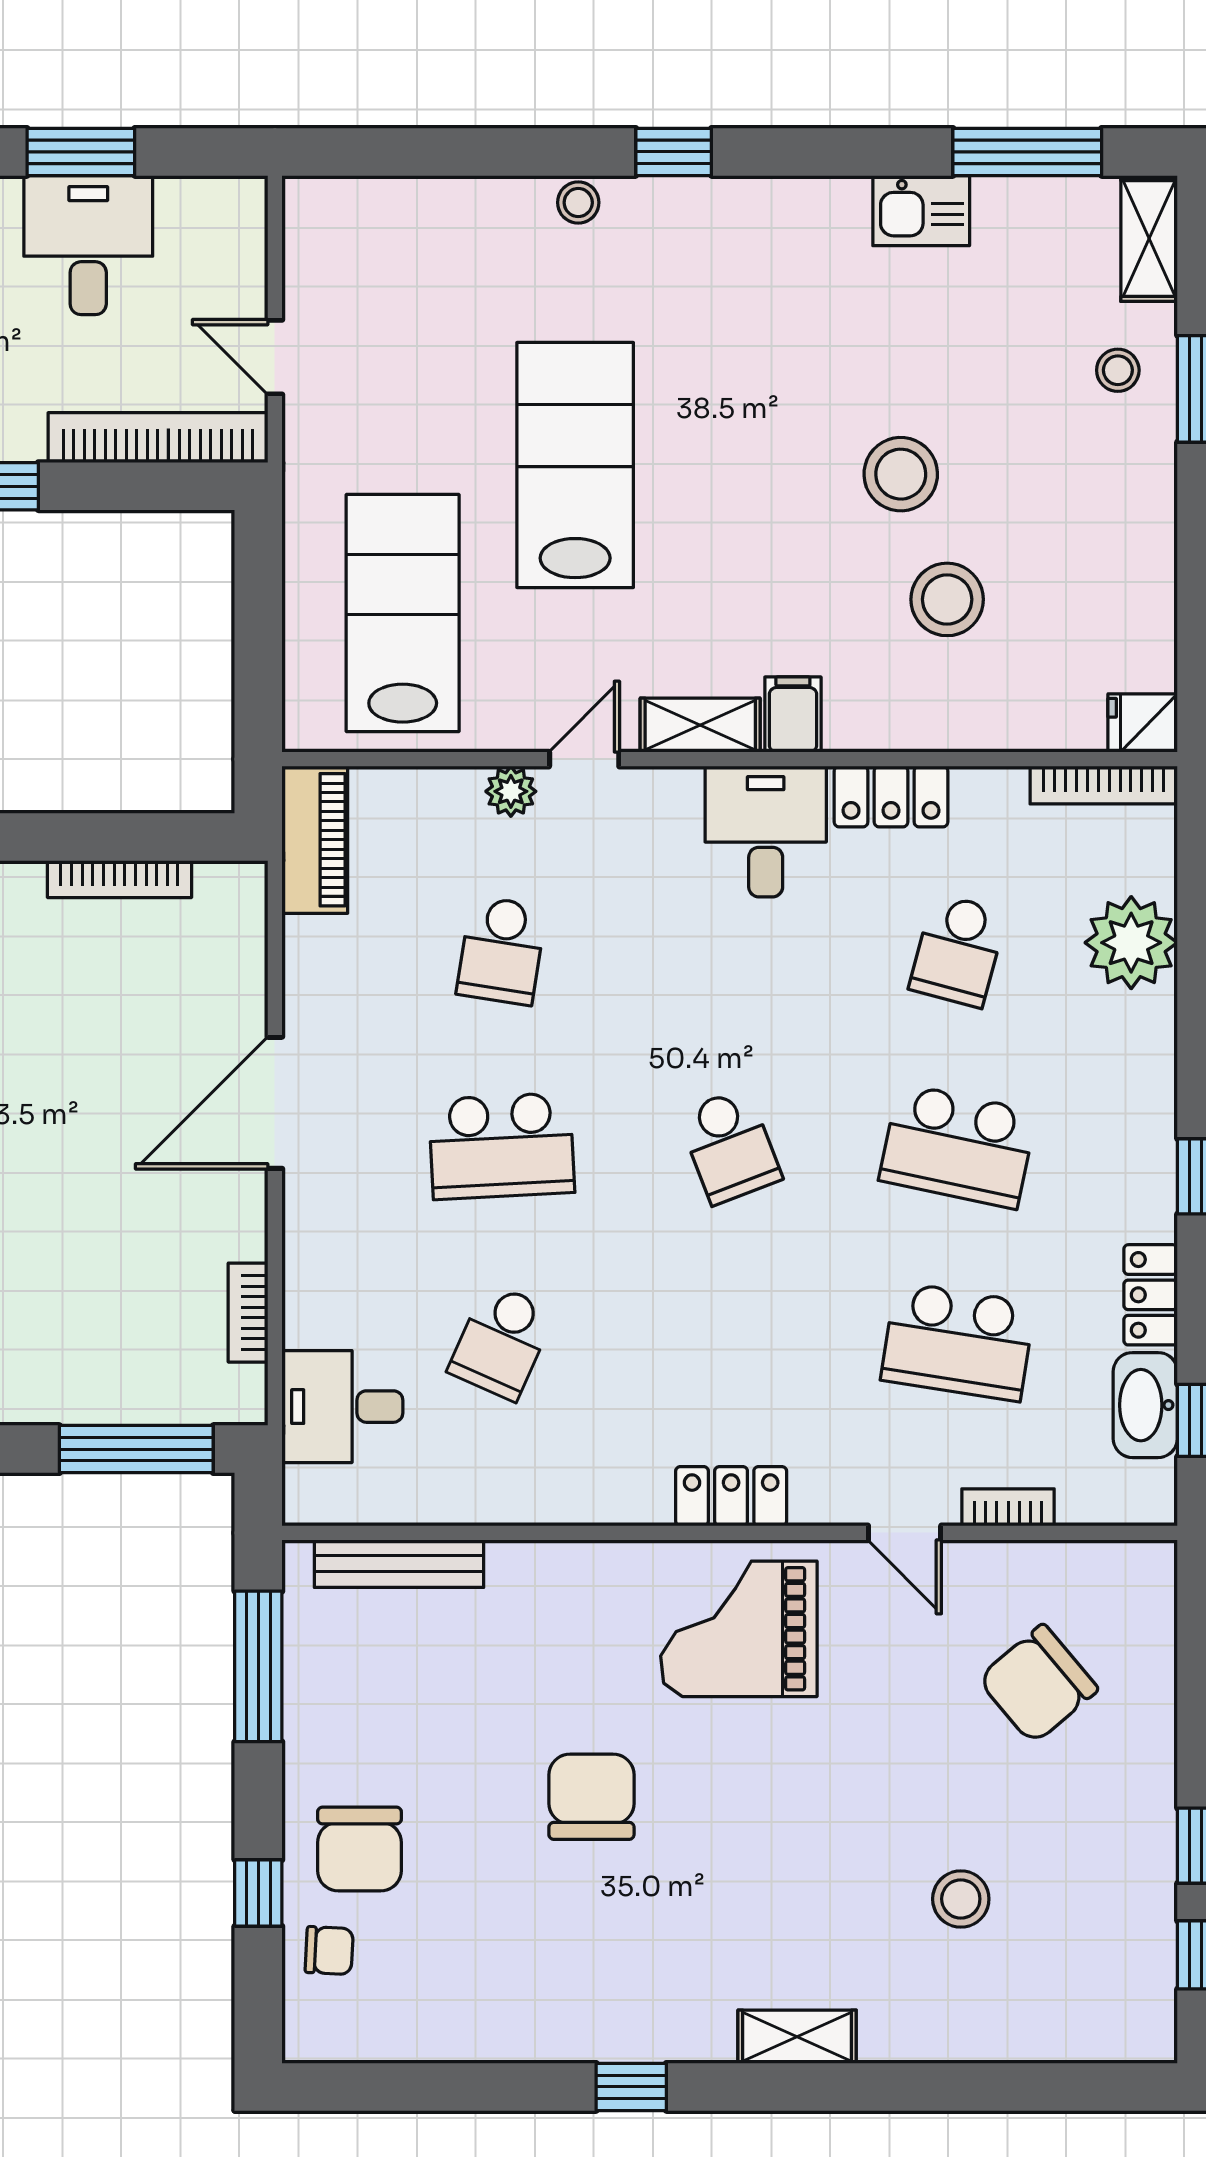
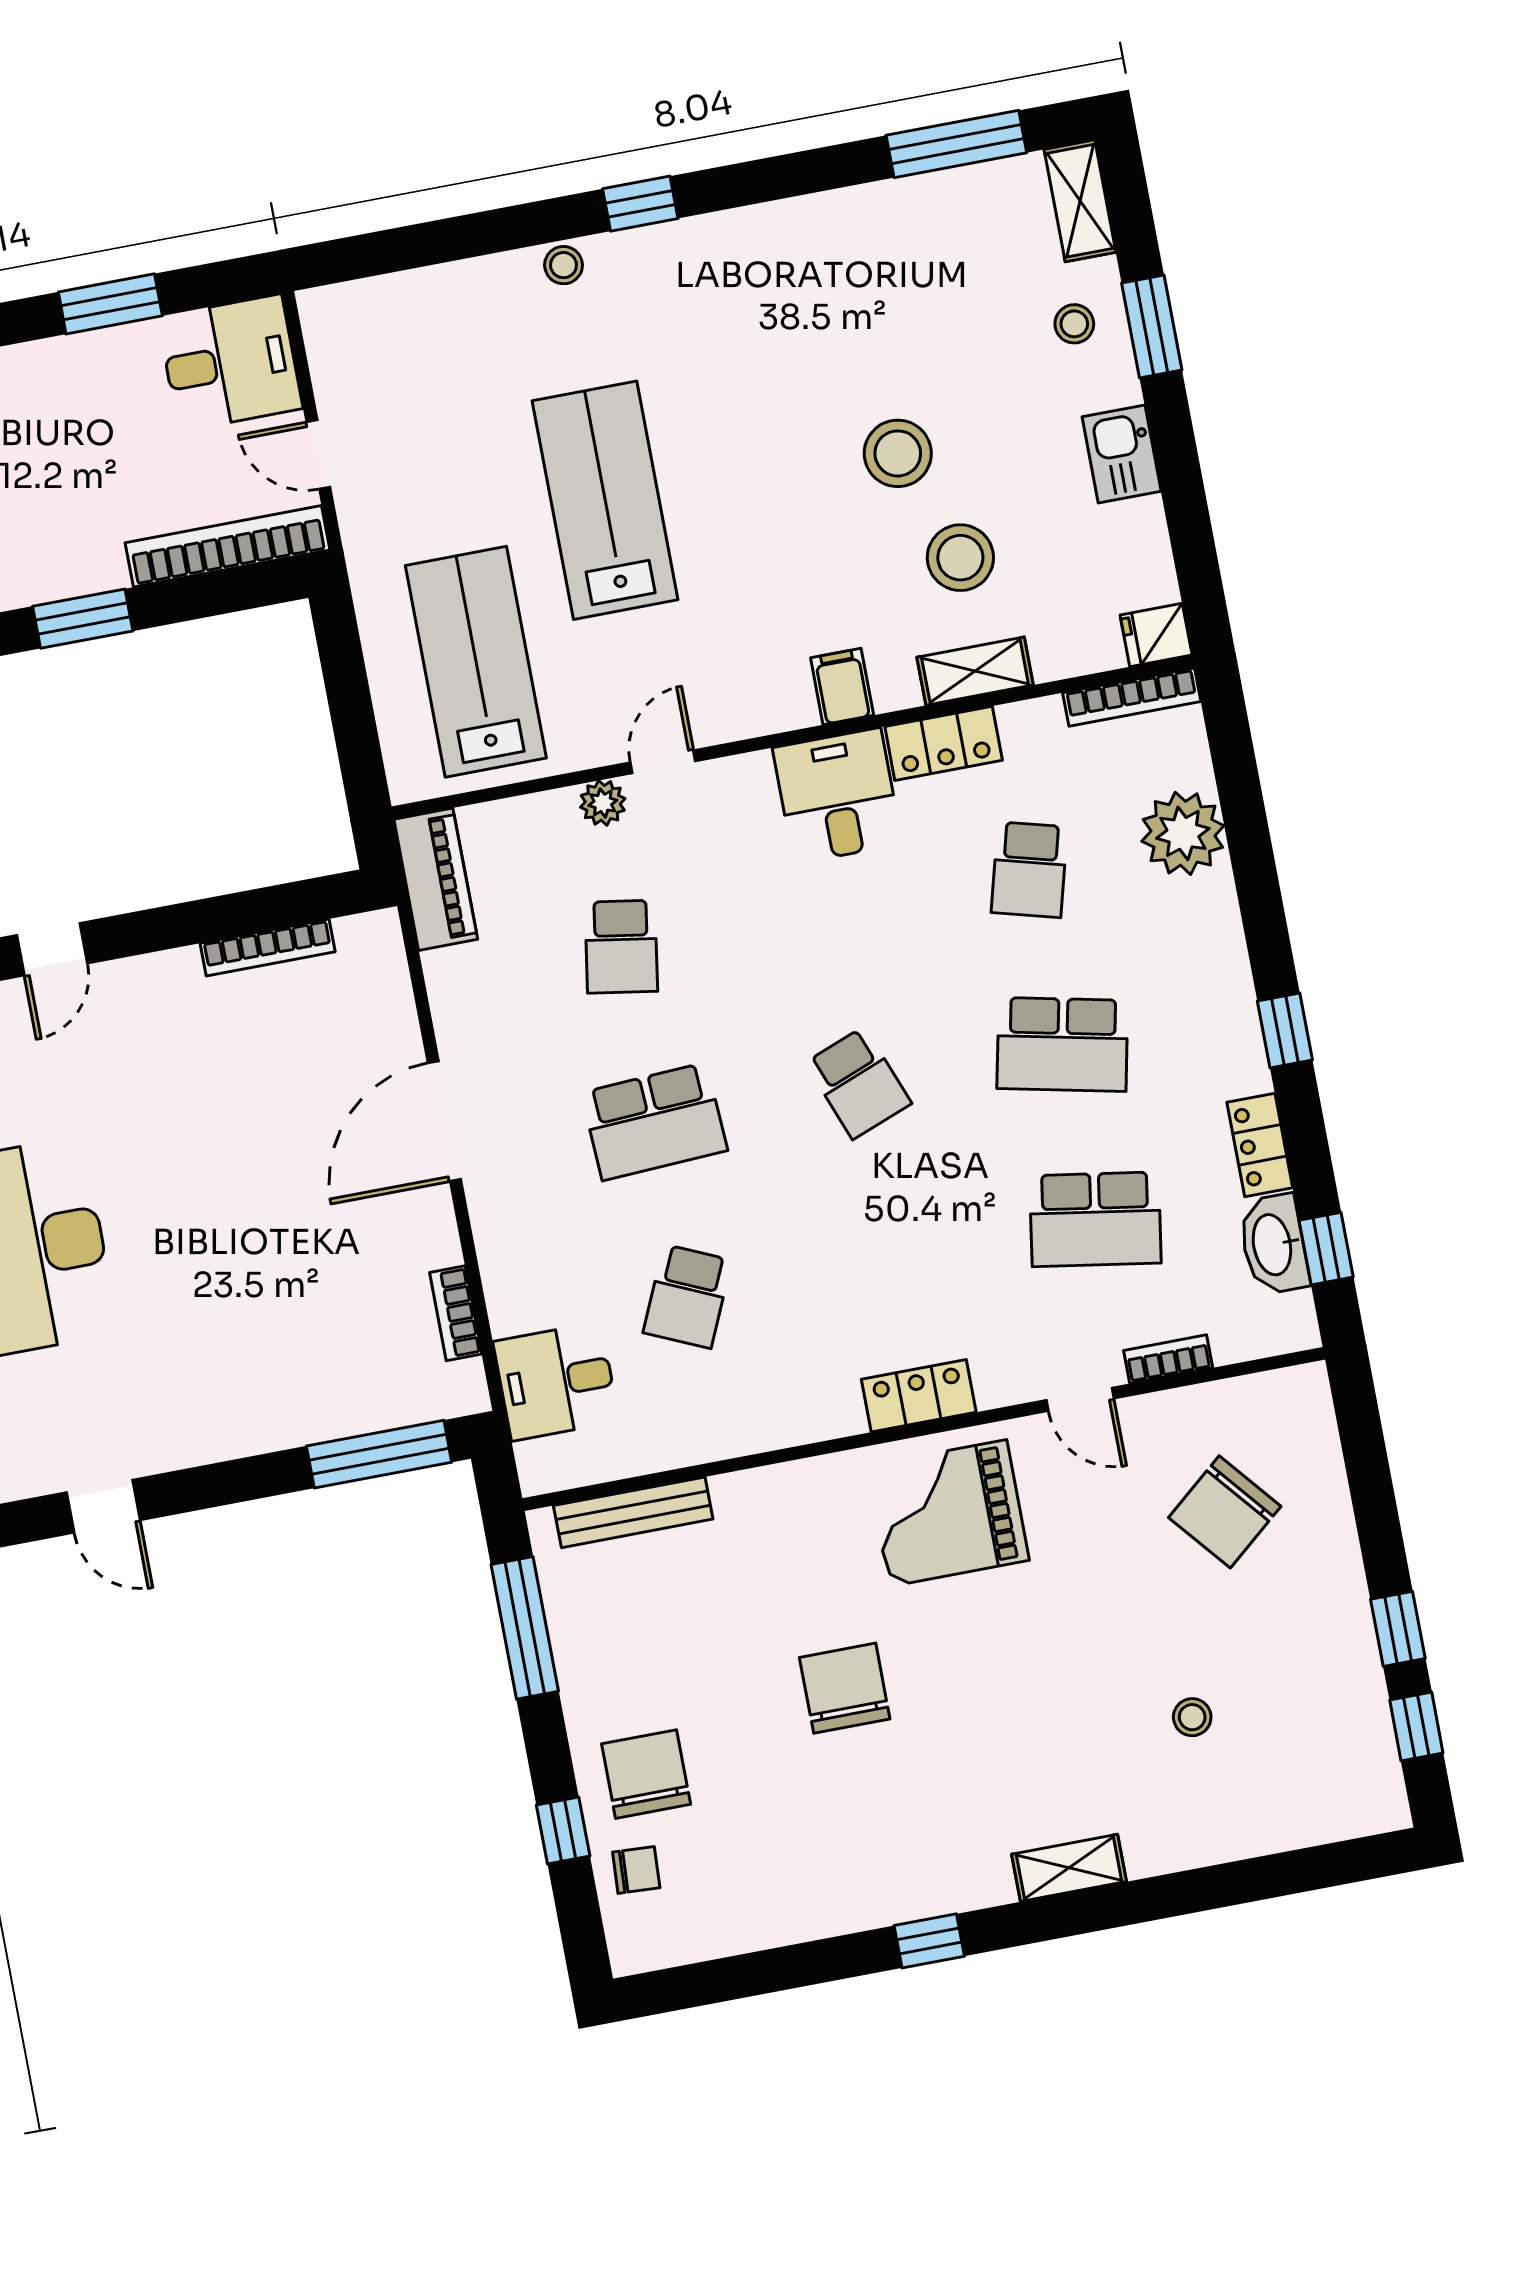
kitchen sink: (921, 211) -> (1122, 454), moved, turned 90
desk: (88, 245) -> (230, 363), moved, turned 90
shelving: (700, 725) -> (975, 671), moved
chair: (359, 1849) -> (646, 1774), turned 180
stool: (961, 1899) -> (1192, 1717), width x0.73, depth x0.73

